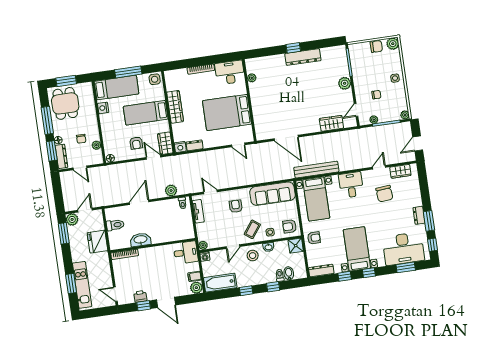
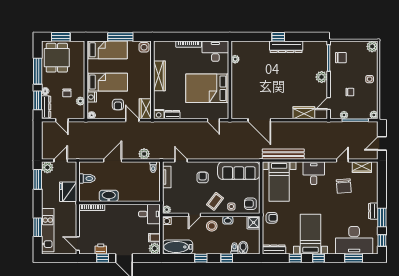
chair: (376, 47) -> (341, 58), moved
nightstand: (103, 108) -> (92, 97), moved
bed: (146, 113) -> (107, 82), moved, turned 180

